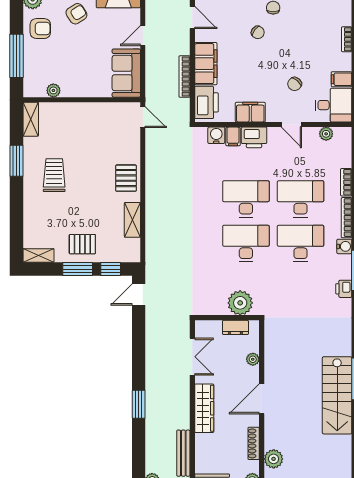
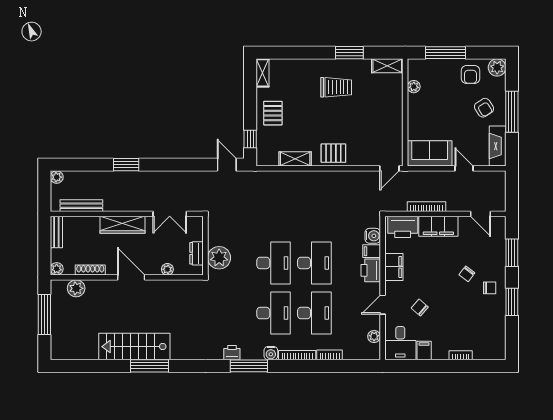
door: (192, 18) -> (481, 214), hinge flipped
window: (78, 269) -> (250, 109), removed

